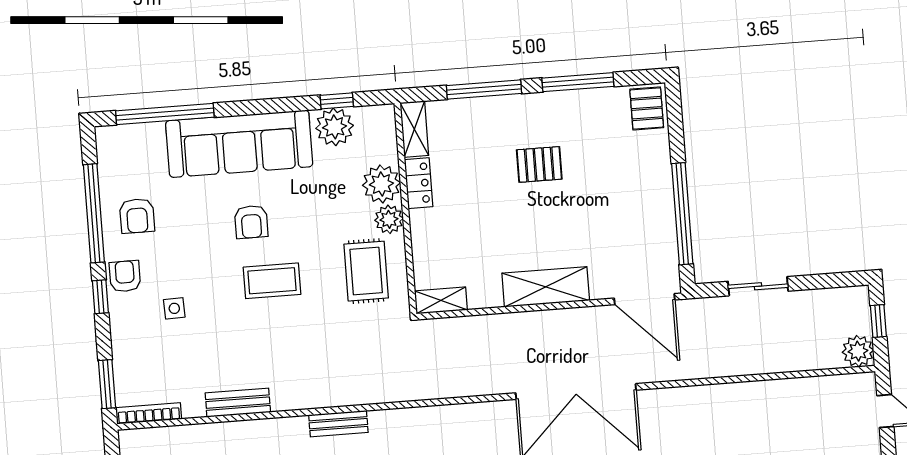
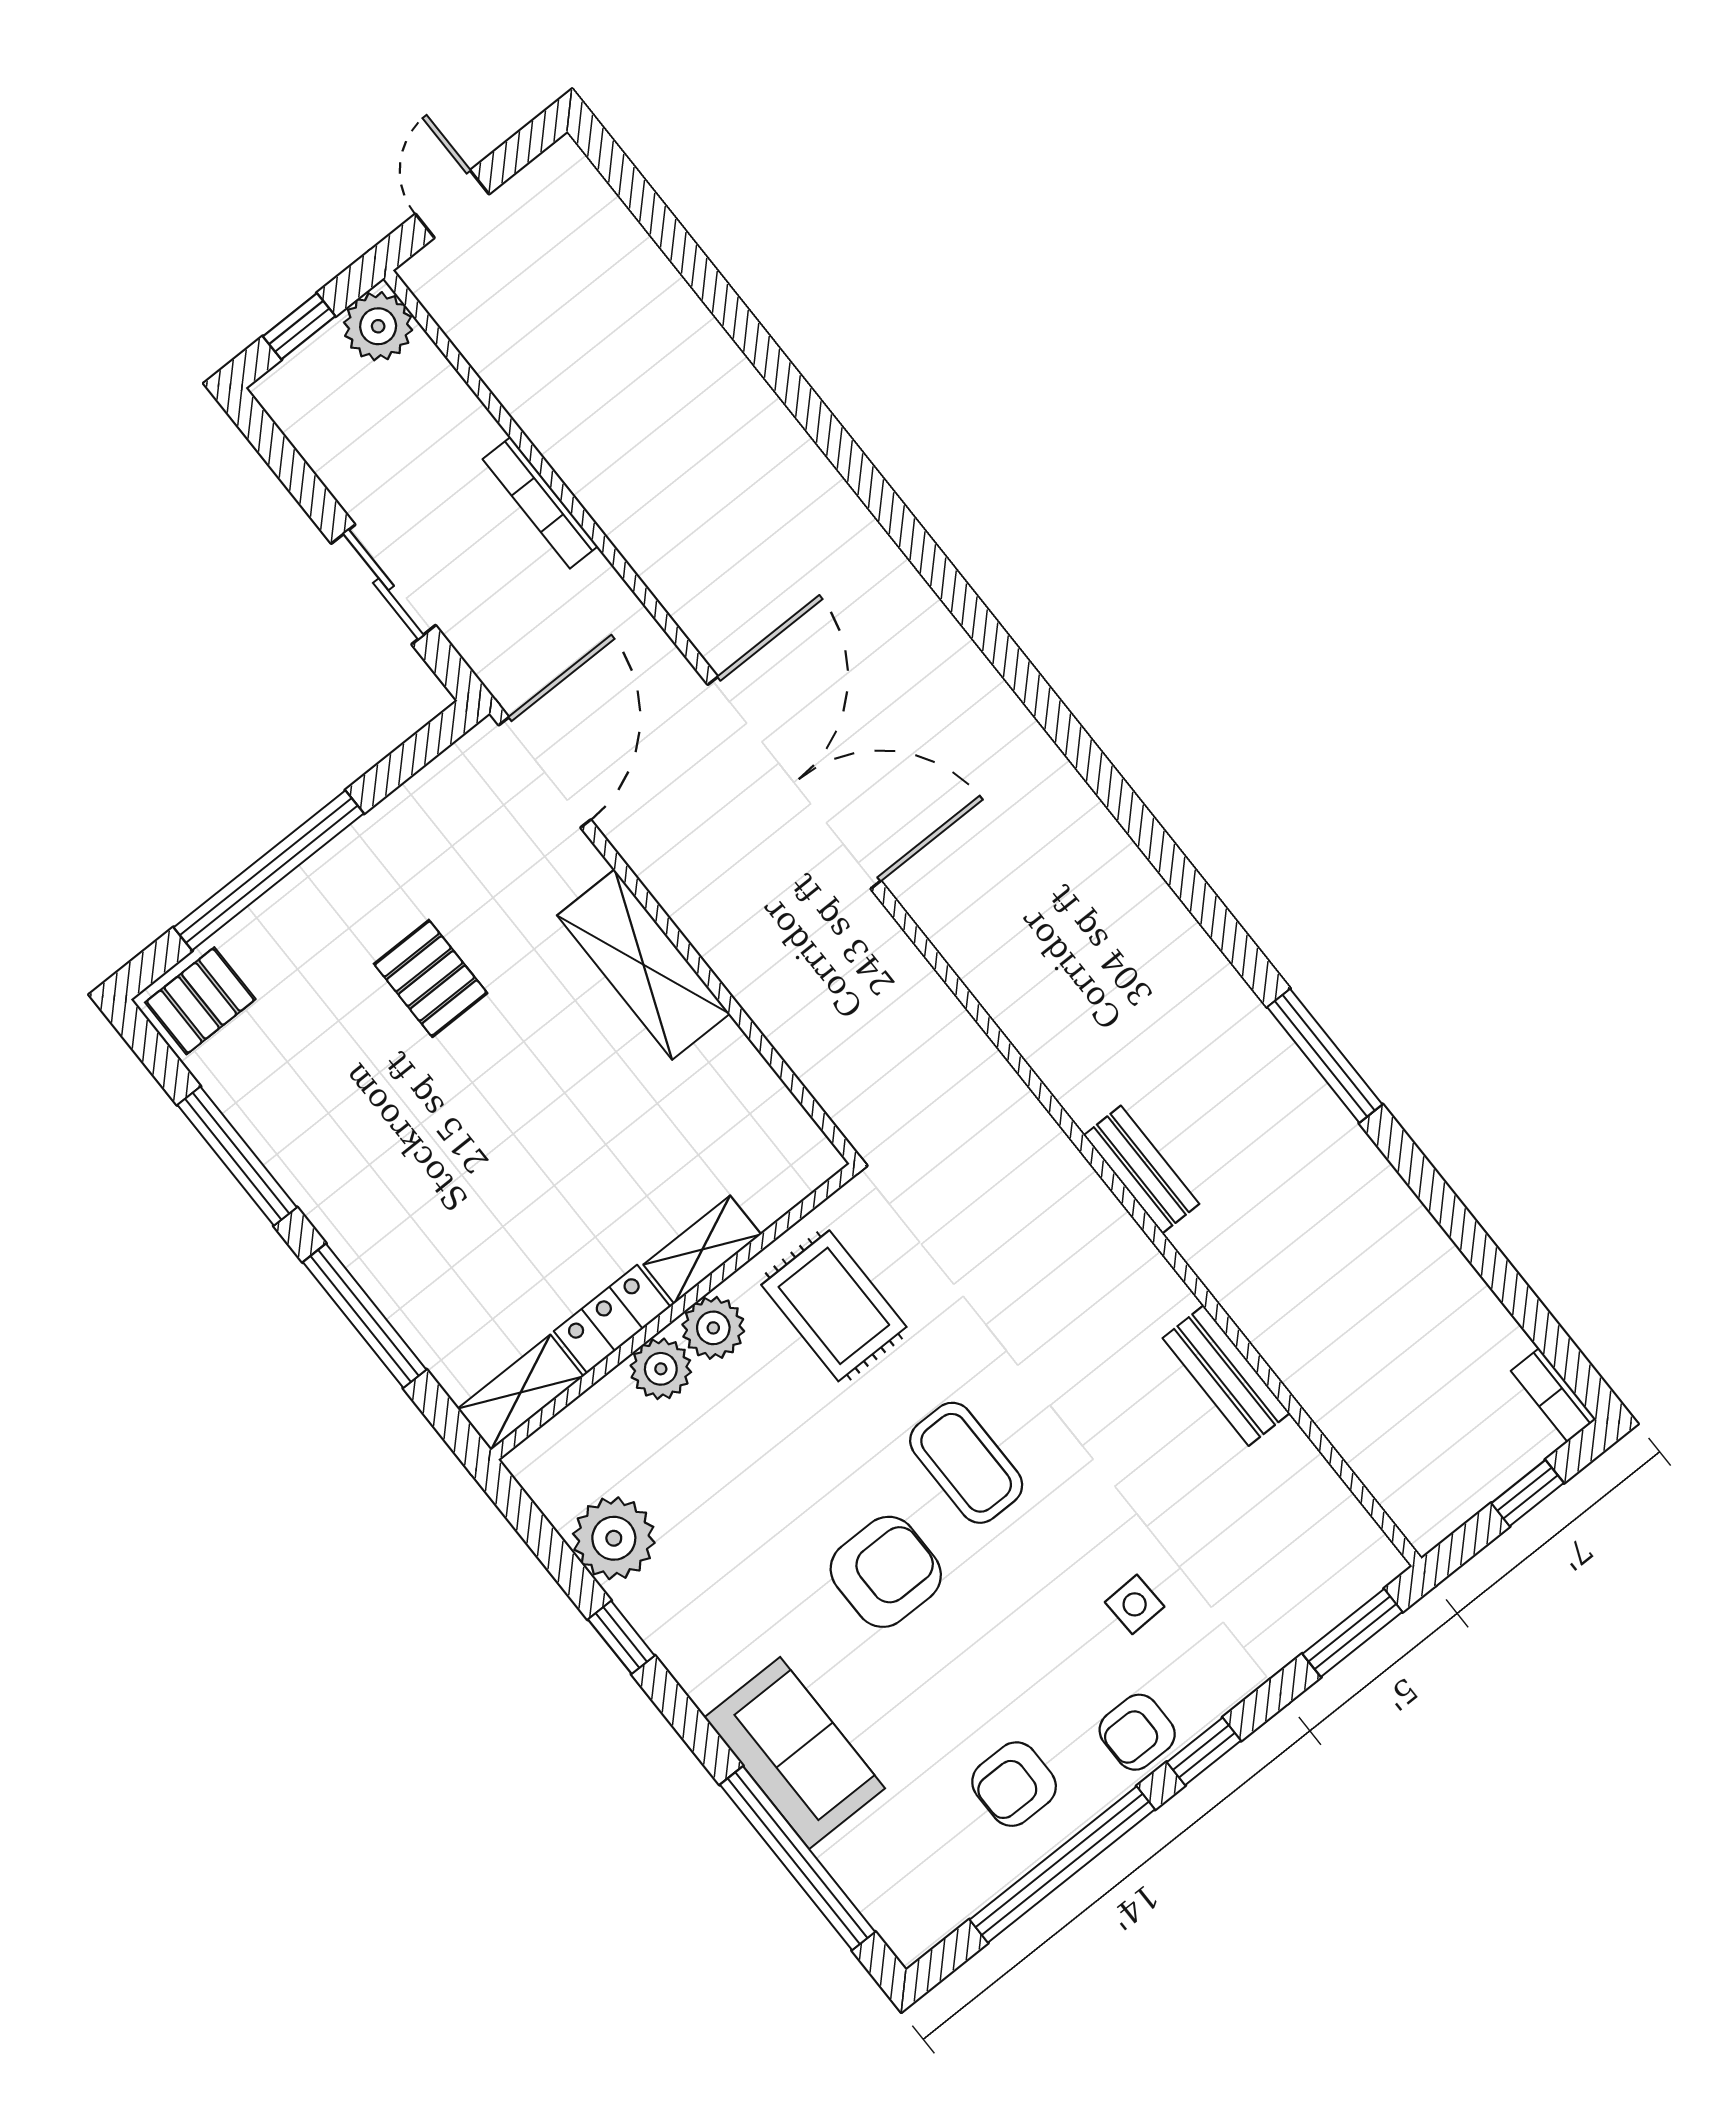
window: (337, 101) -> (621, 1637), moved
sofa: (239, 144) -> (795, 1753), width x0.54, depth x0.79
pallet: (539, 164) -> (431, 978), moved
plant: (381, 184) -> (661, 1369), width x0.73, depth x0.73
window: (682, 214) -> (269, 870), moved
armchair: (137, 216) -> (1014, 1784), turned 180
armchair: (251, 222) -> (886, 1572), width x1.38, depth x1.38
rug: (366, 271) -> (834, 1306), turned 90
shelving: (441, 300) -> (702, 1250), moved, turned 90
bookcase: (149, 413) -> (540, 503), moved

